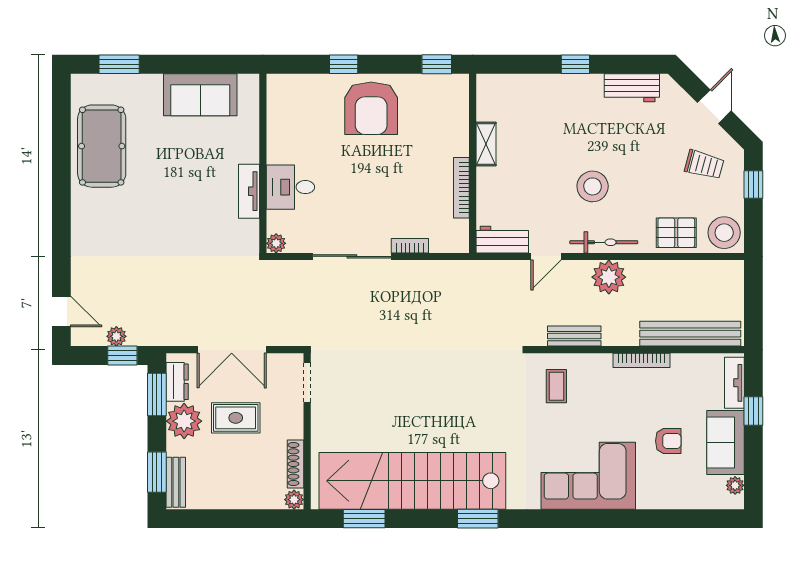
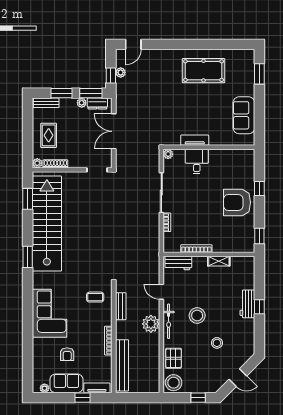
workbench: (632, 88) -> (247, 304), moved
pool table: (102, 146) -> (204, 71), moved
stool: (646, 148) -> (217, 343), added
trolley: (704, 165) -> (208, 372), removed
workbench: (502, 240) -> (178, 263), moved, turned 90
rug: (236, 418) -> (49, 135), moved
plant: (184, 421) -> (82, 103), width x0.53, depth x0.53
window: (157, 472) -> (62, 93), moved

